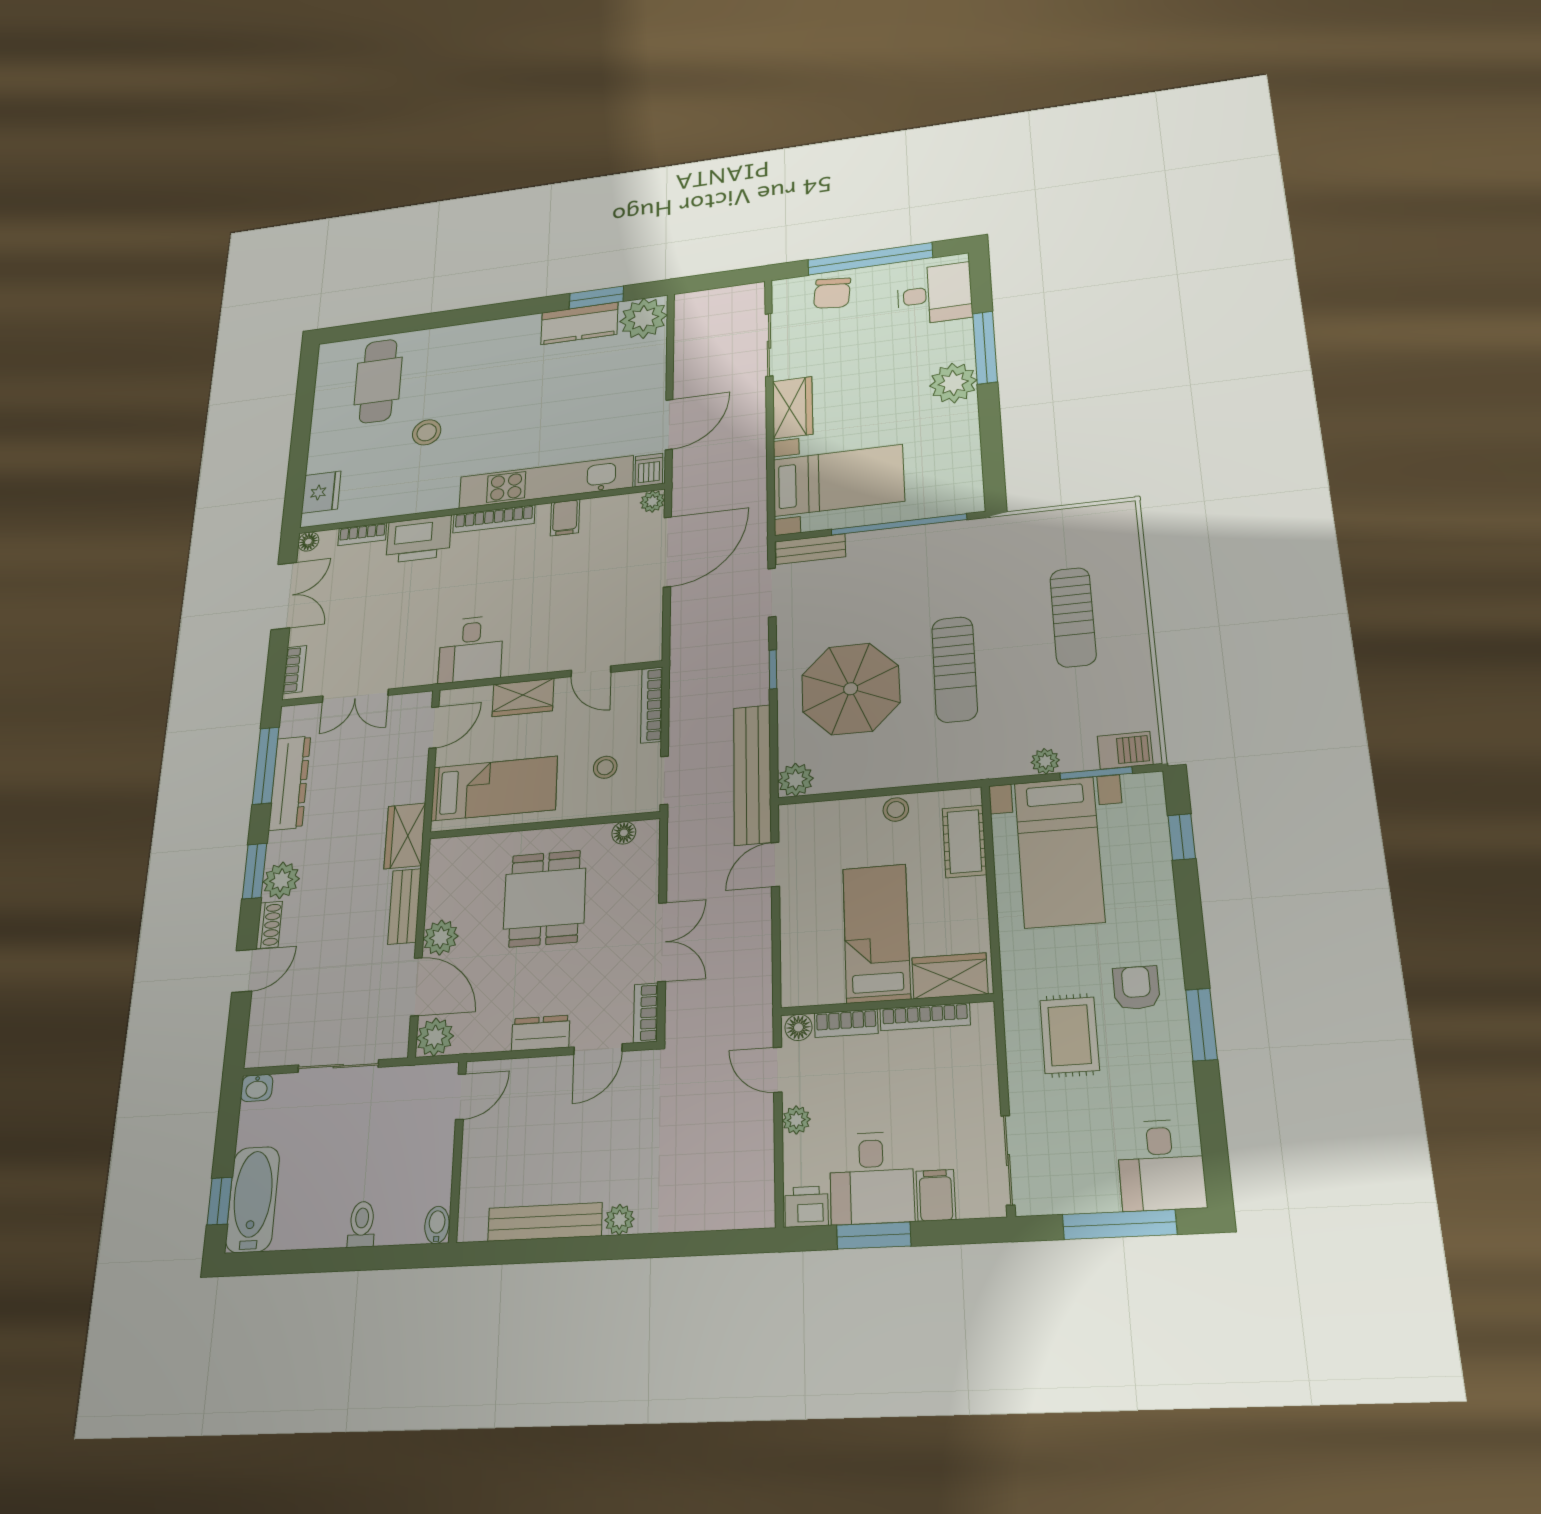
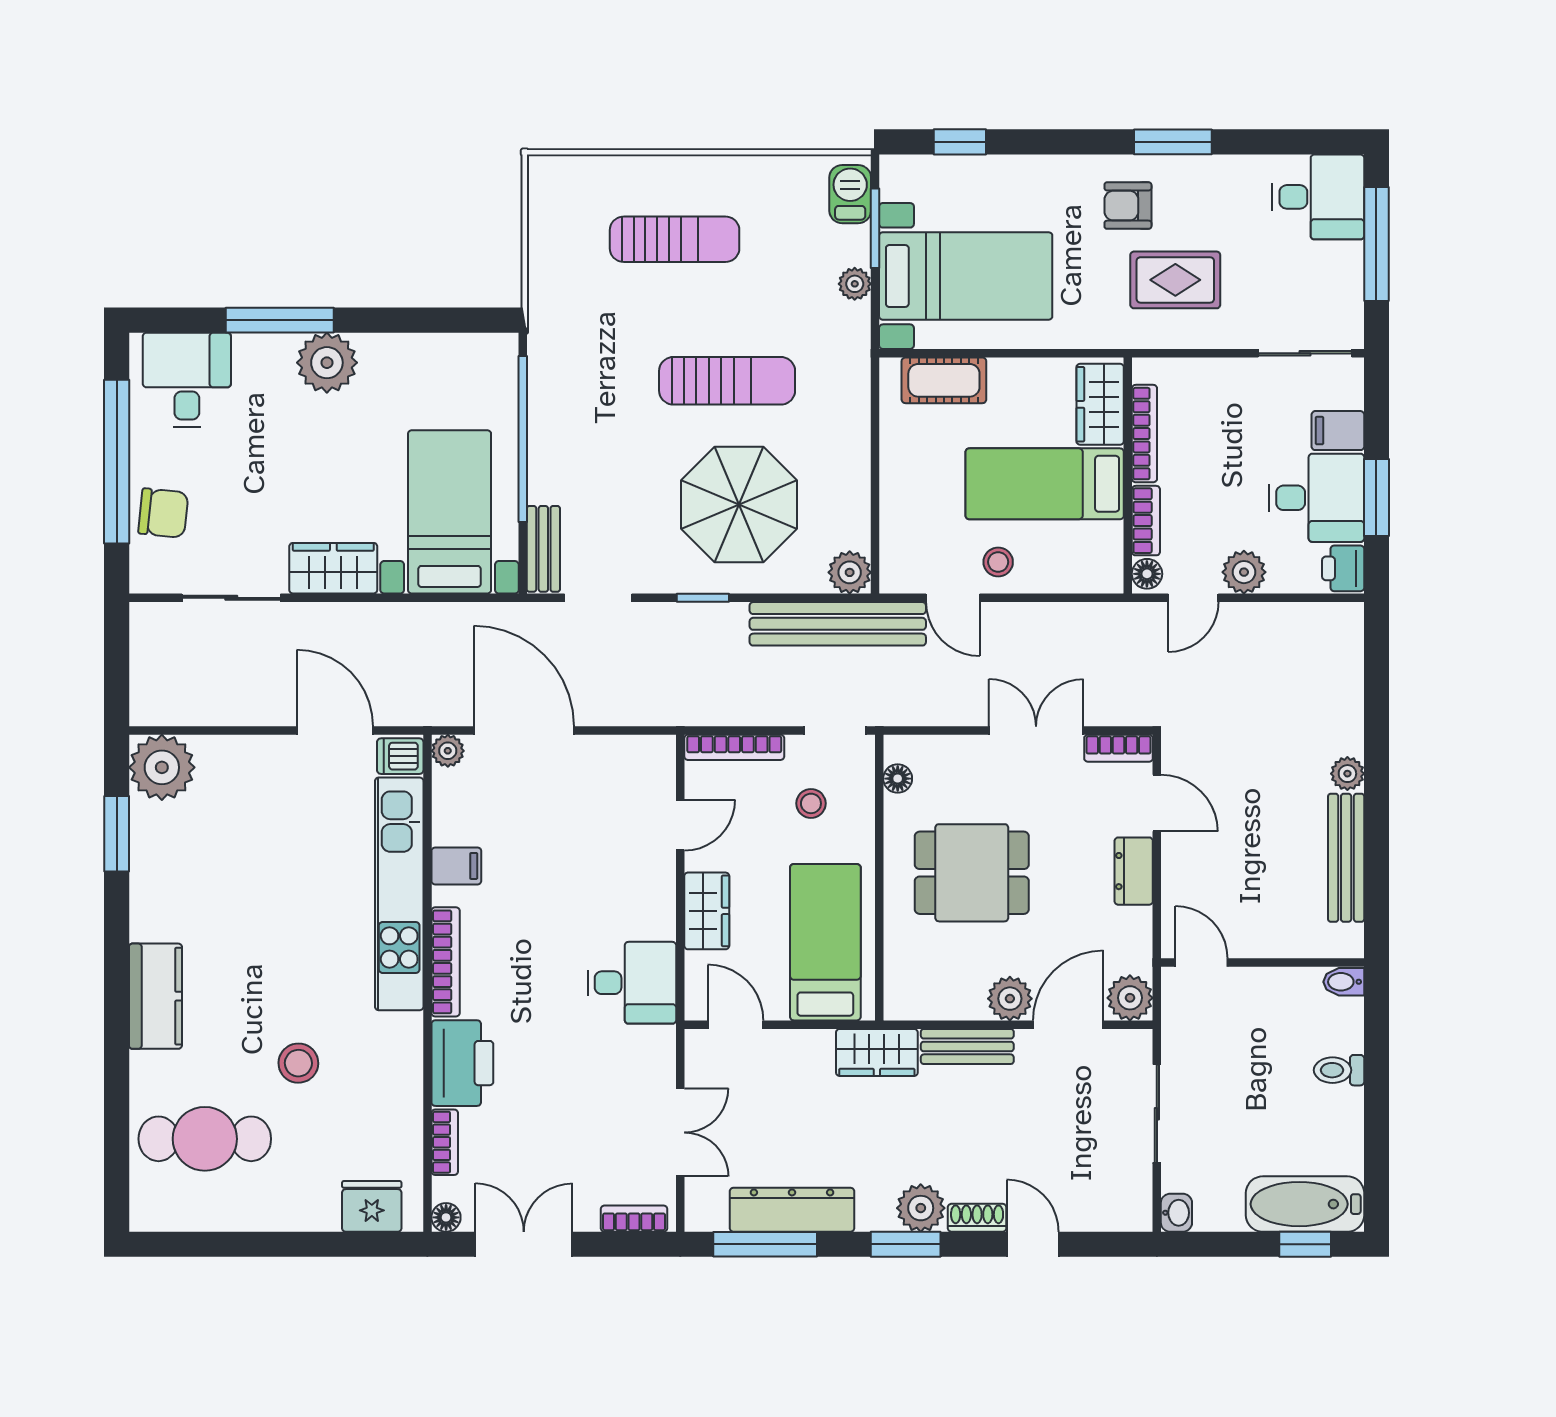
kitchen counter: (579, 323) -> (155, 996), moved
stool: (896, 810) -> (998, 562), moved
plant: (796, 1120) -> (1244, 572), width x1.38, depth x1.38

